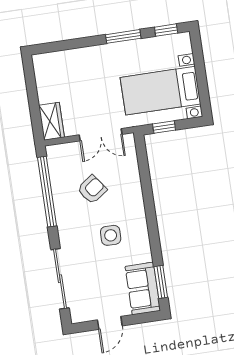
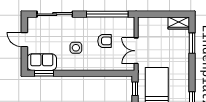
window: (123, 36) -> (192, 43), moved
wardrobe: (51, 121) -> (179, 23), moved
armchair: (92, 189) -> (105, 41), turned -54

